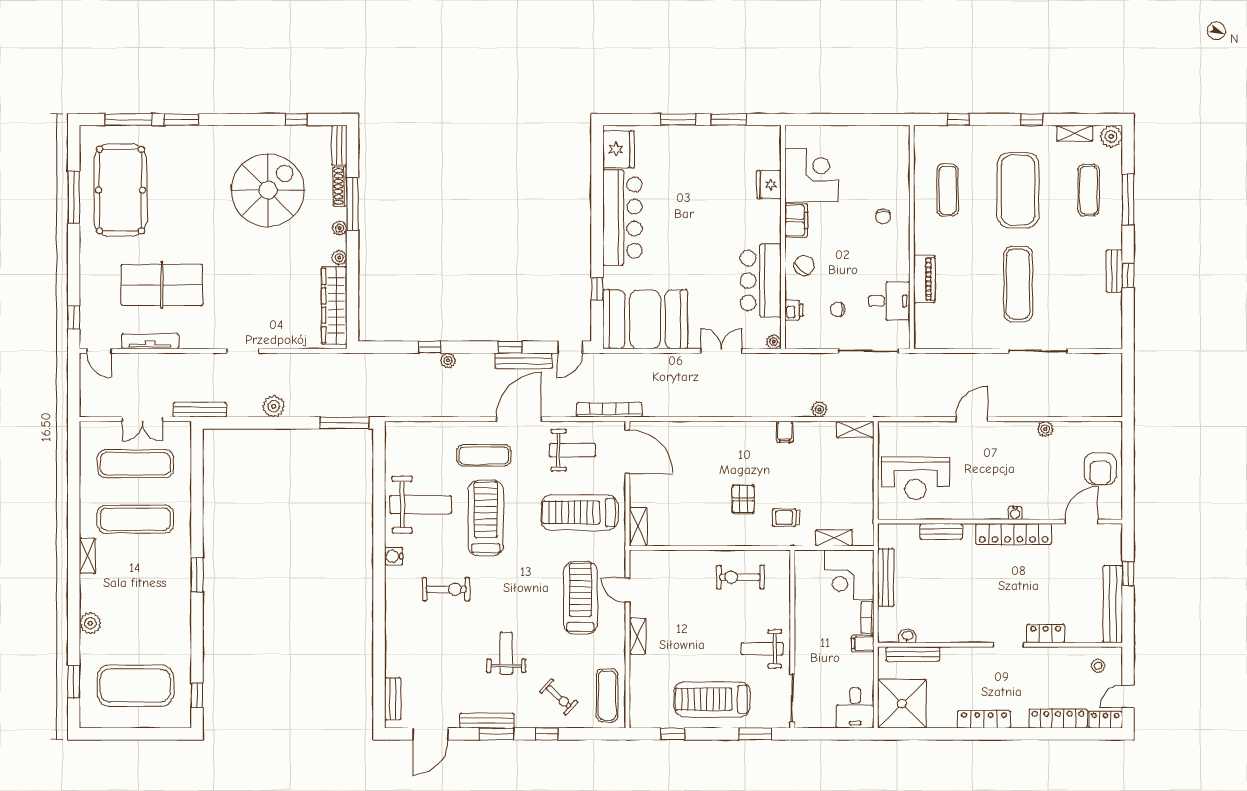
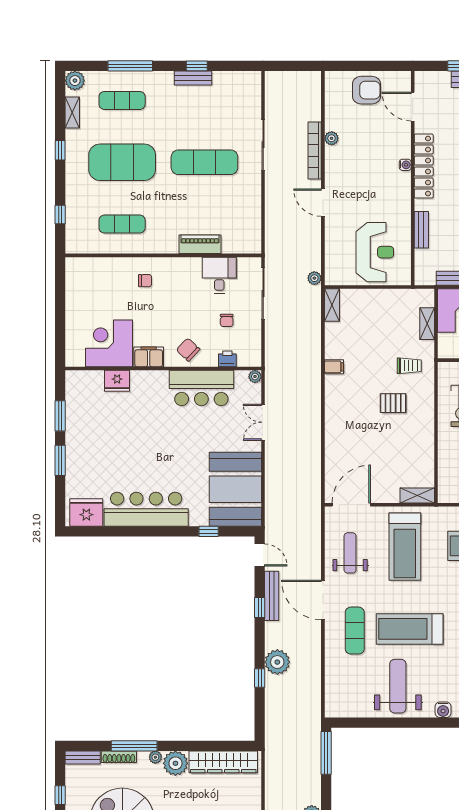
plant: (339, 258) -> (175, 763), width x1.87, depth x1.87
plant: (448, 360) -> (277, 662), width x1.88, depth x1.88
plant: (819, 409) -> (314, 278), moved
bookcase: (609, 410) -> (315, 150), moved
trolley: (786, 518) -> (409, 366), turned -90

